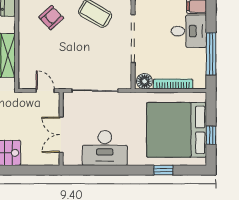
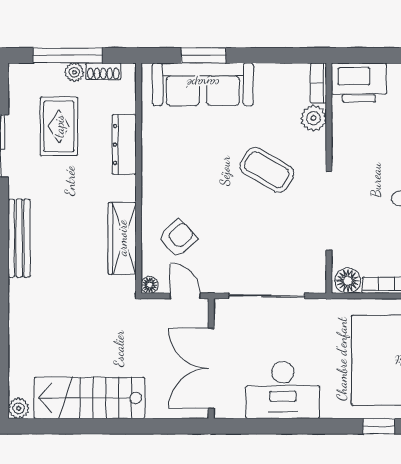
armchair: (51, 18) -> (178, 238), moved
floor lamp: (23, 84) -> (149, 285), added
double door: (61, 135) -> (211, 368), width x1.37

